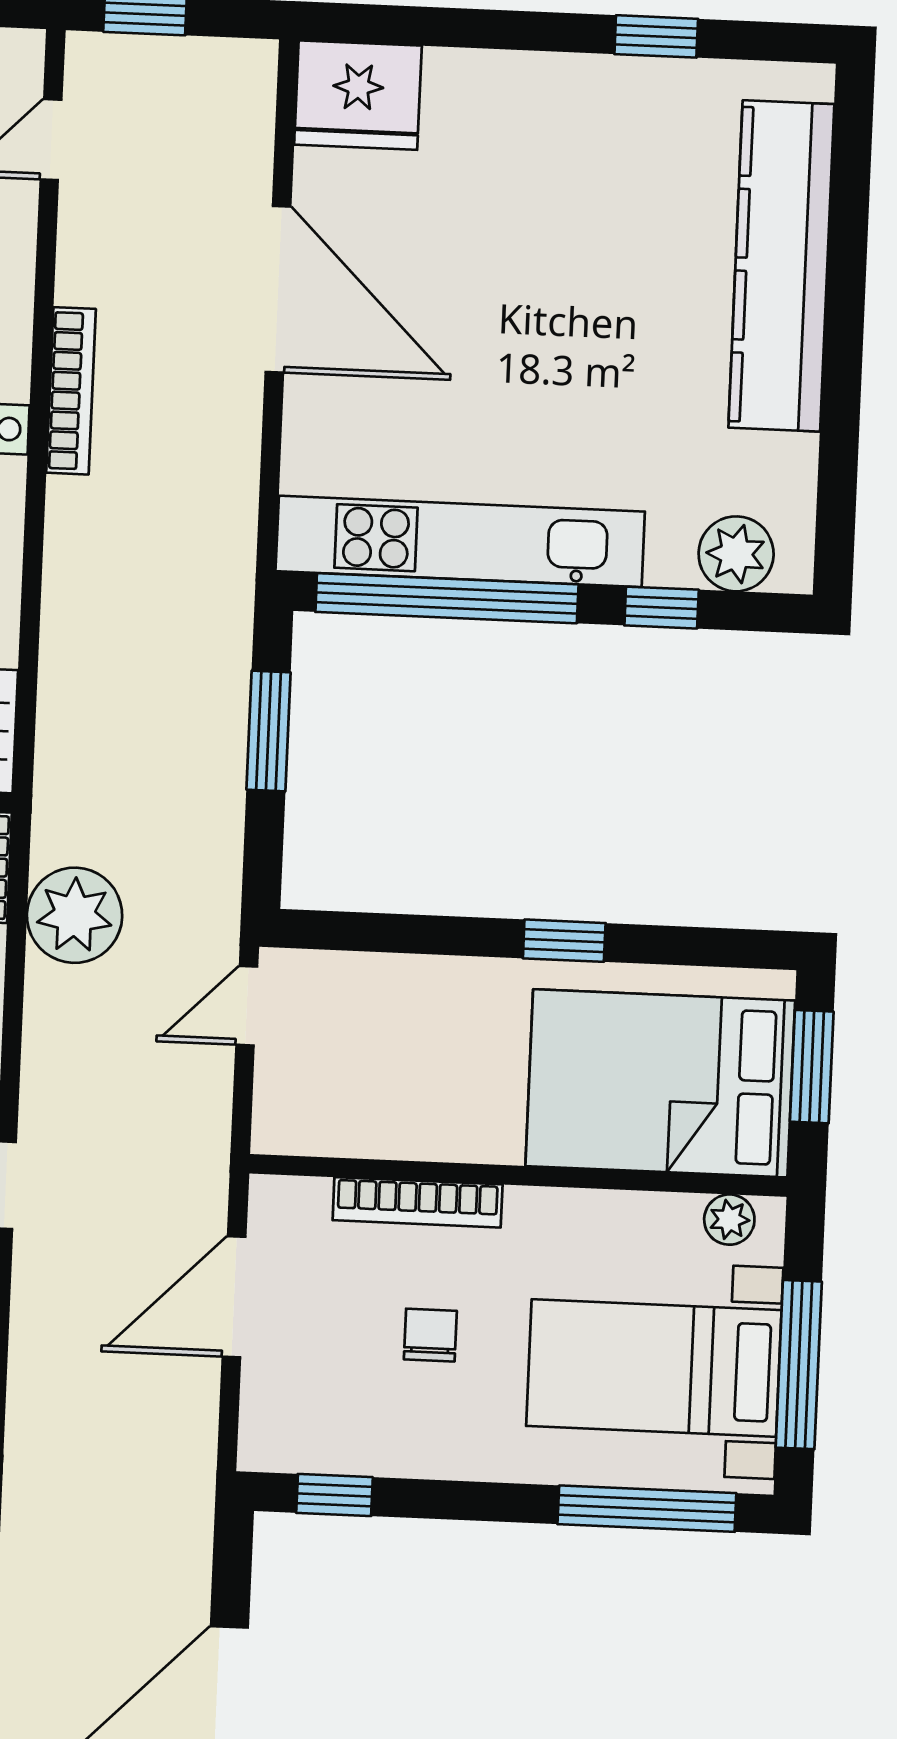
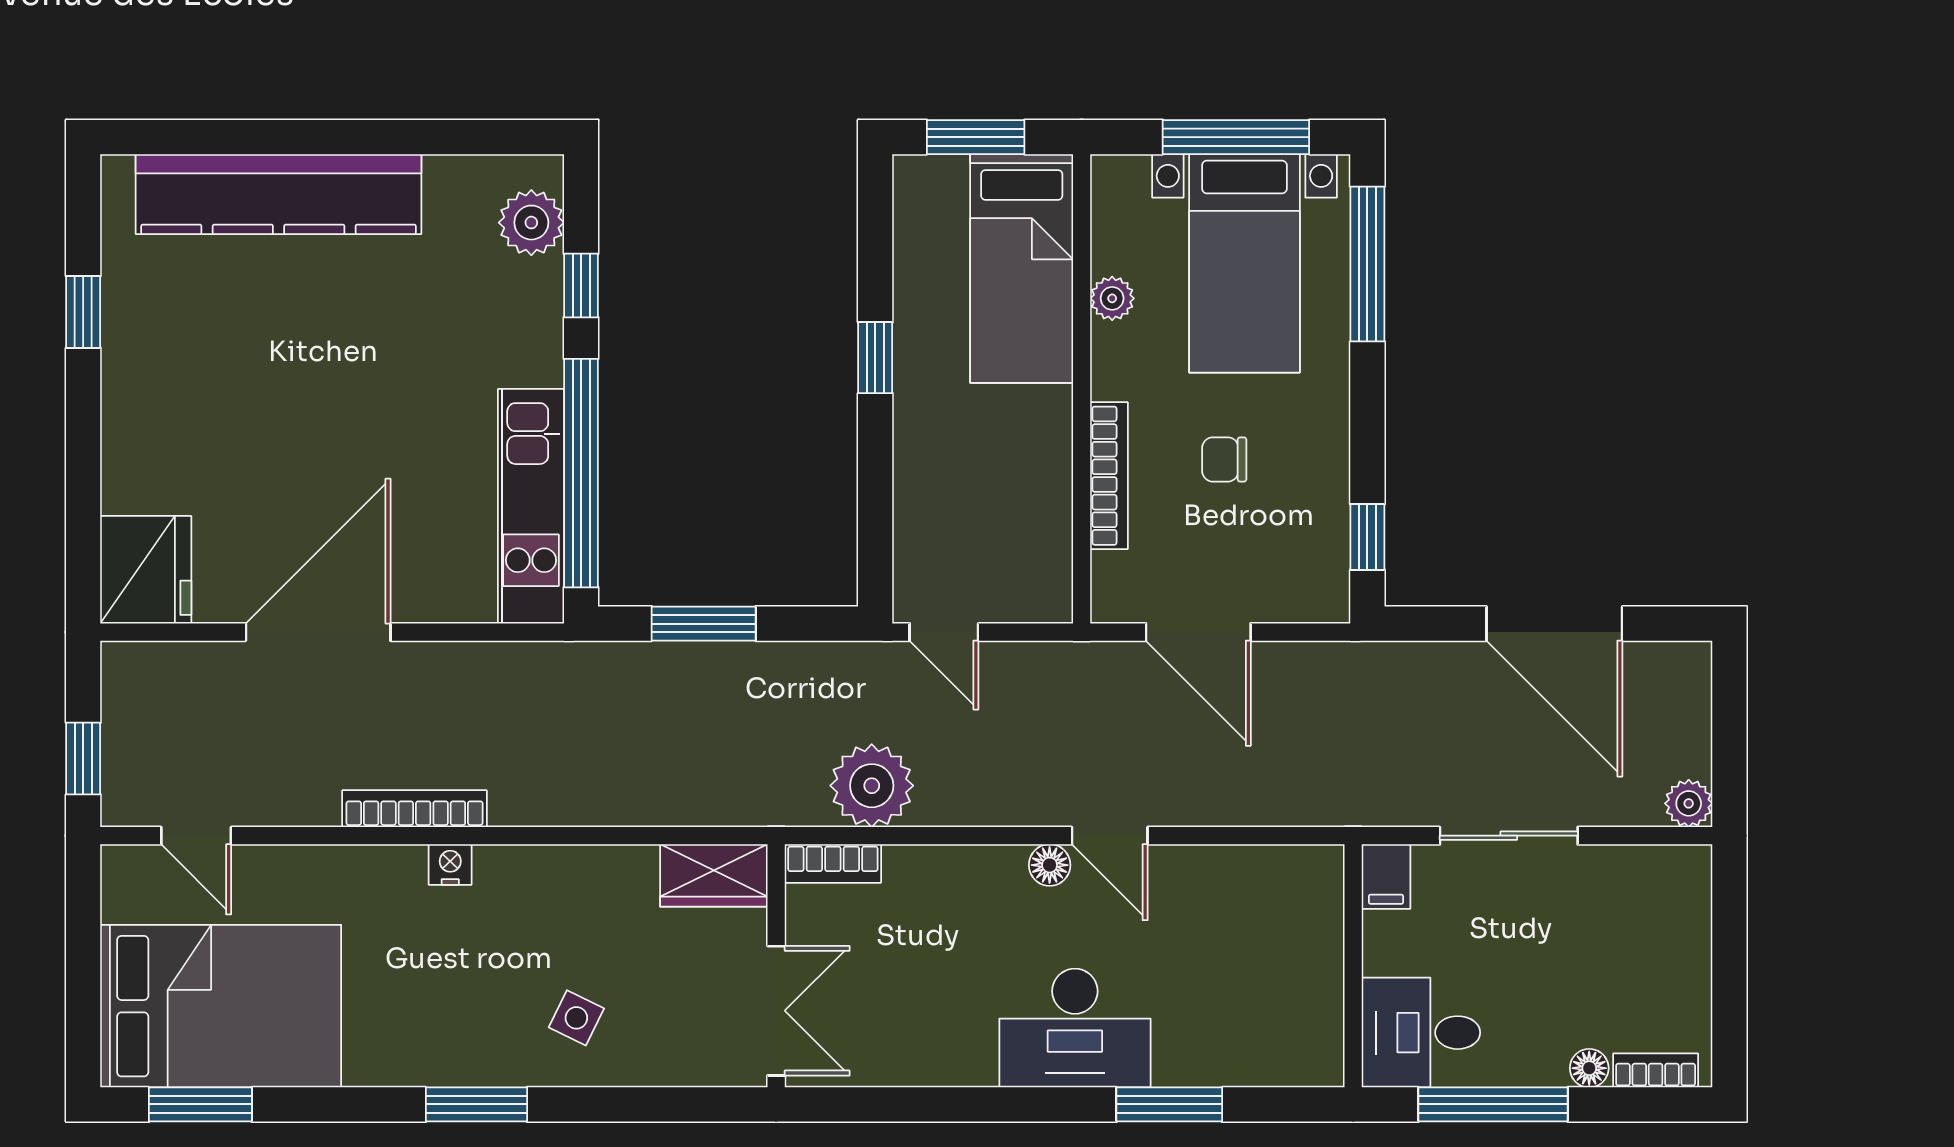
kitchen unit: (460, 541) -> (531, 506), width x0.73
bed: (660, 1083) -> (1022, 268), width x0.67
plant: (729, 1220) -> (1112, 298), moved

